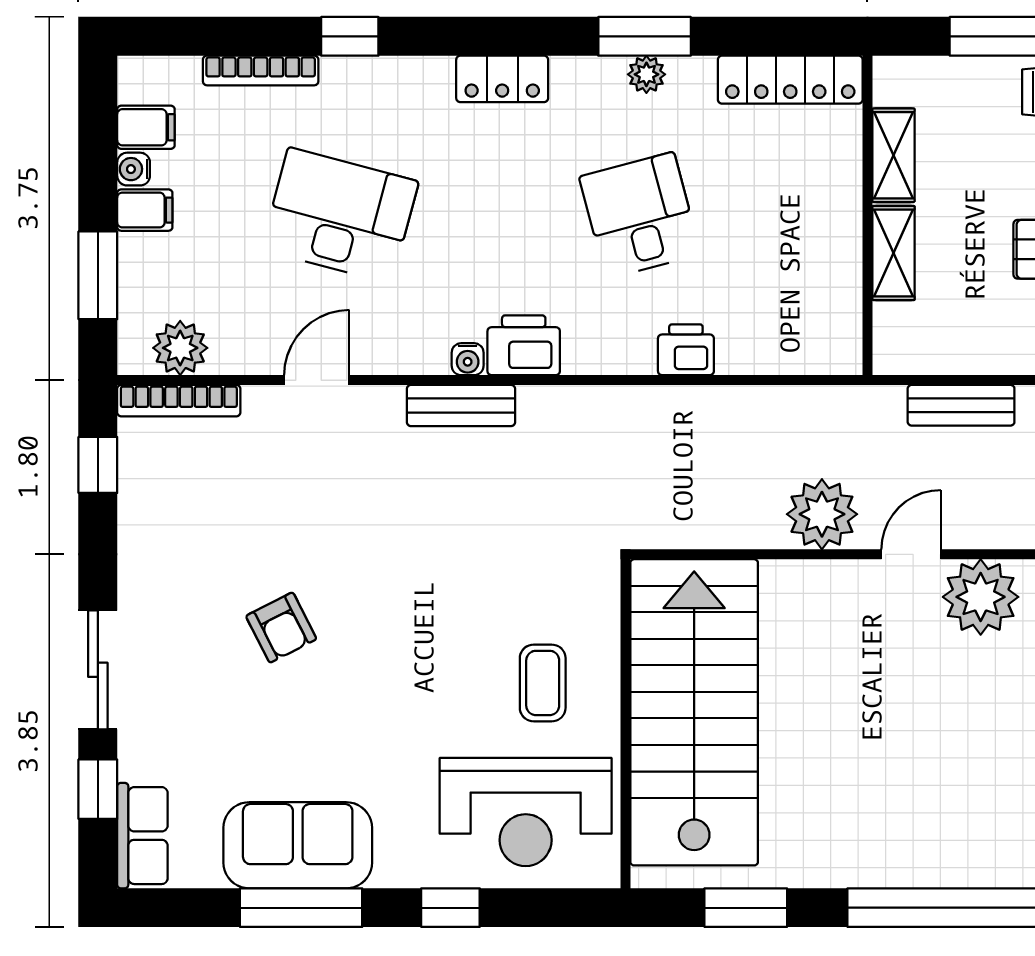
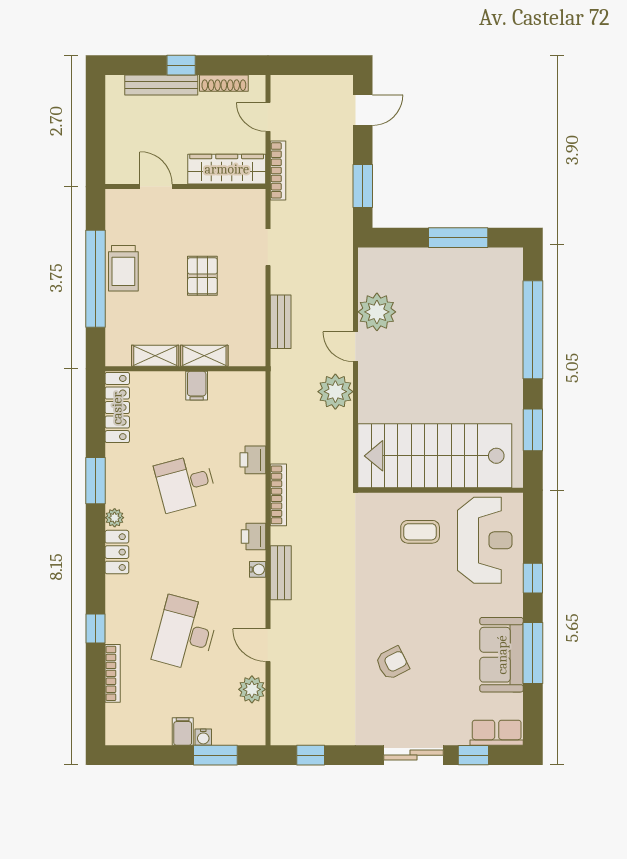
plant: (646, 74) -> (115, 518), moved
filing cabinet: (146, 127) -> (197, 386), moved, turned 180
water cooler: (134, 169) -> (203, 737), moved
printer: (524, 345) -> (253, 536), width x0.73, depth x0.81
plant: (180, 348) -> (252, 689), moved
bookcase: (179, 401) -> (278, 495), moved

